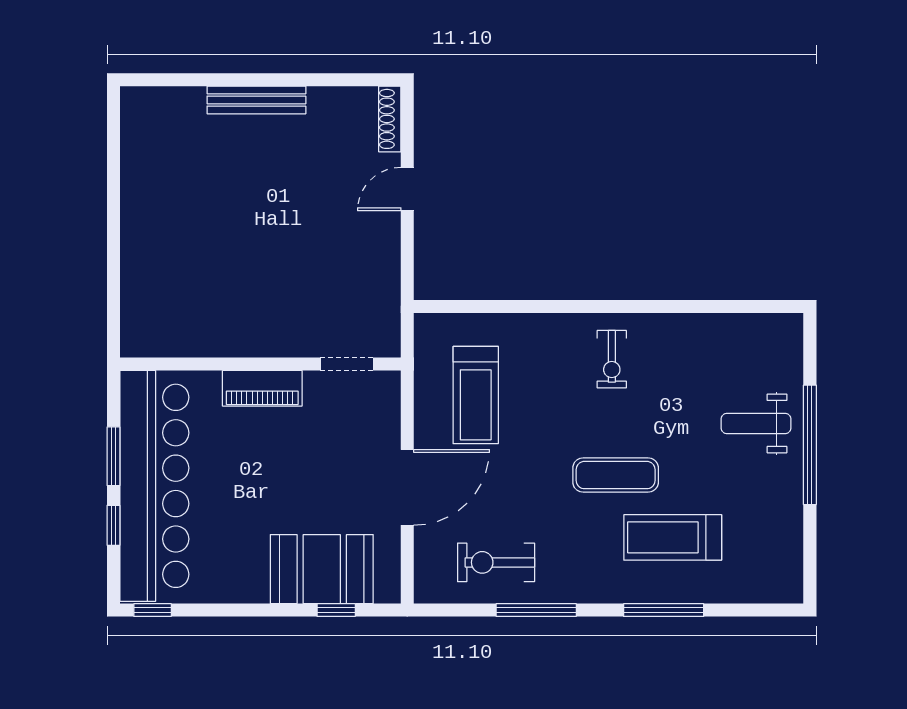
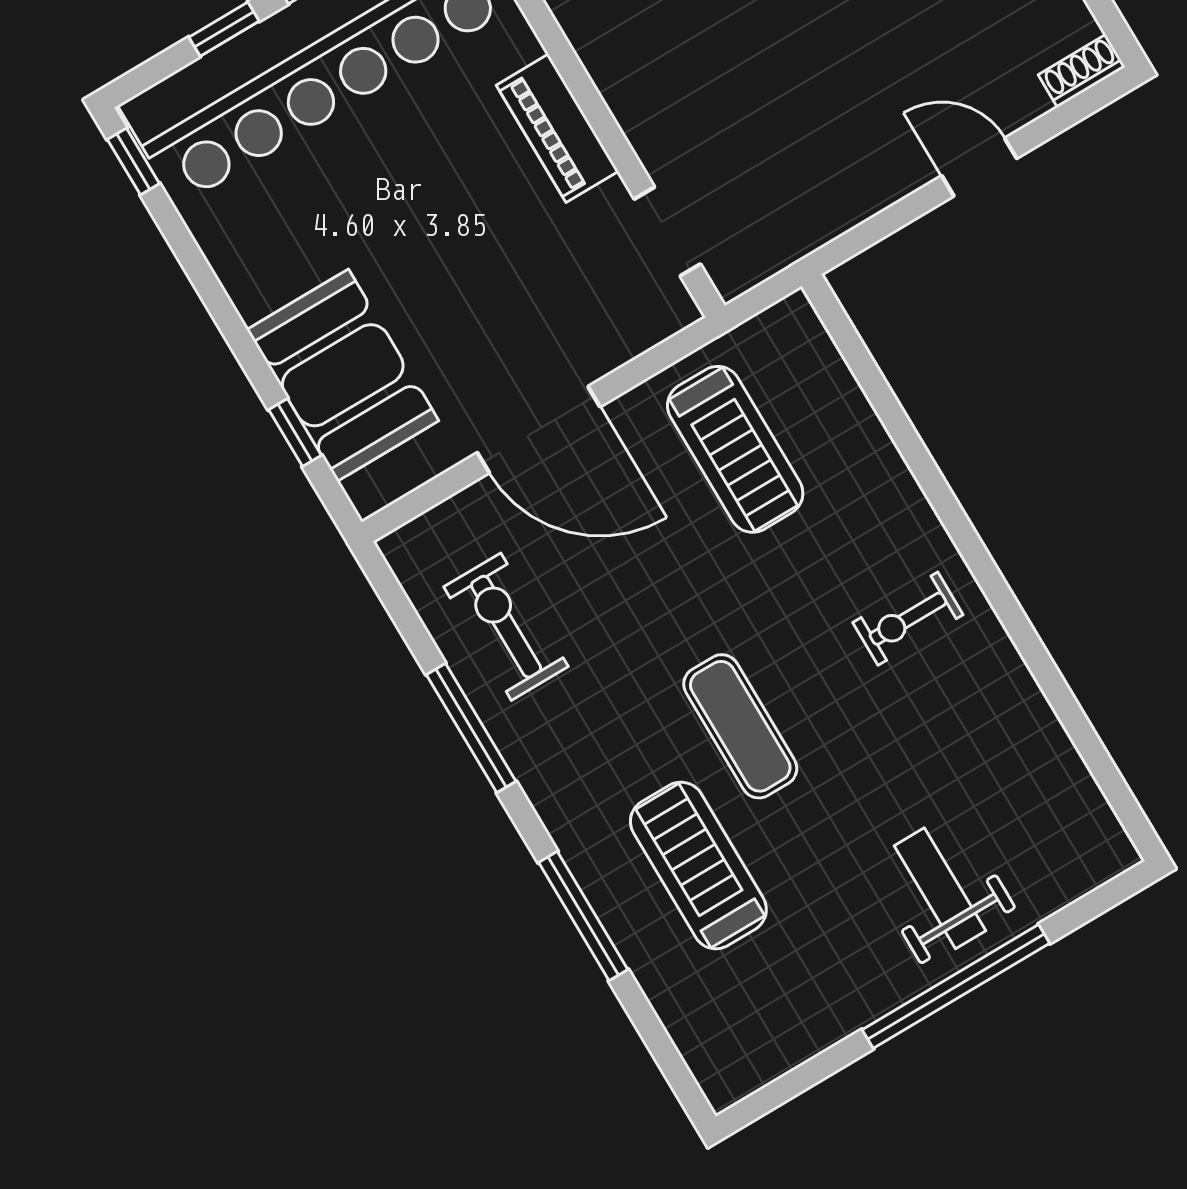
shoe rack: (390, 119) -> (1082, 71), width x0.70
treadmill: (476, 395) -> (735, 449), turned -90

